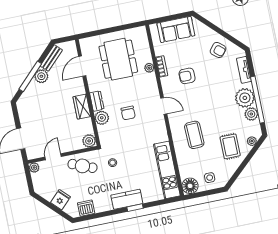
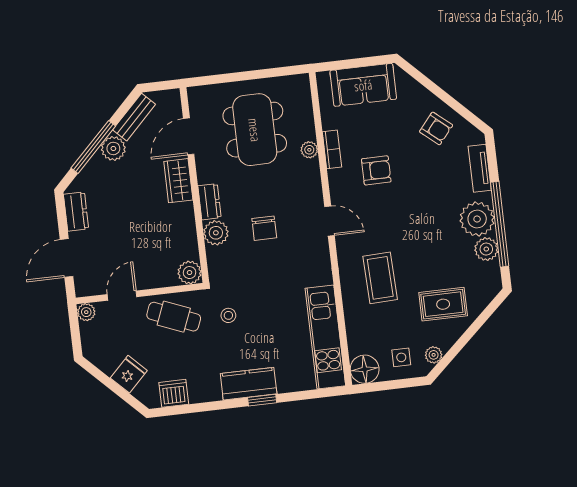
armchair: (187, 76) -> (376, 170), turned 180
wardrobe: (82, 107) -> (178, 181), moved
dresser: (24, 113) -> (76, 212), added
plant: (252, 141) -> (434, 355), moved
rug: (230, 146) -> (443, 304), turned 90

